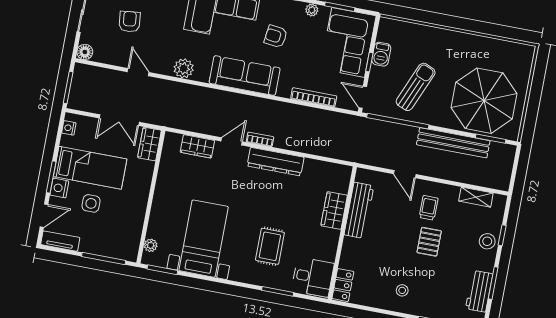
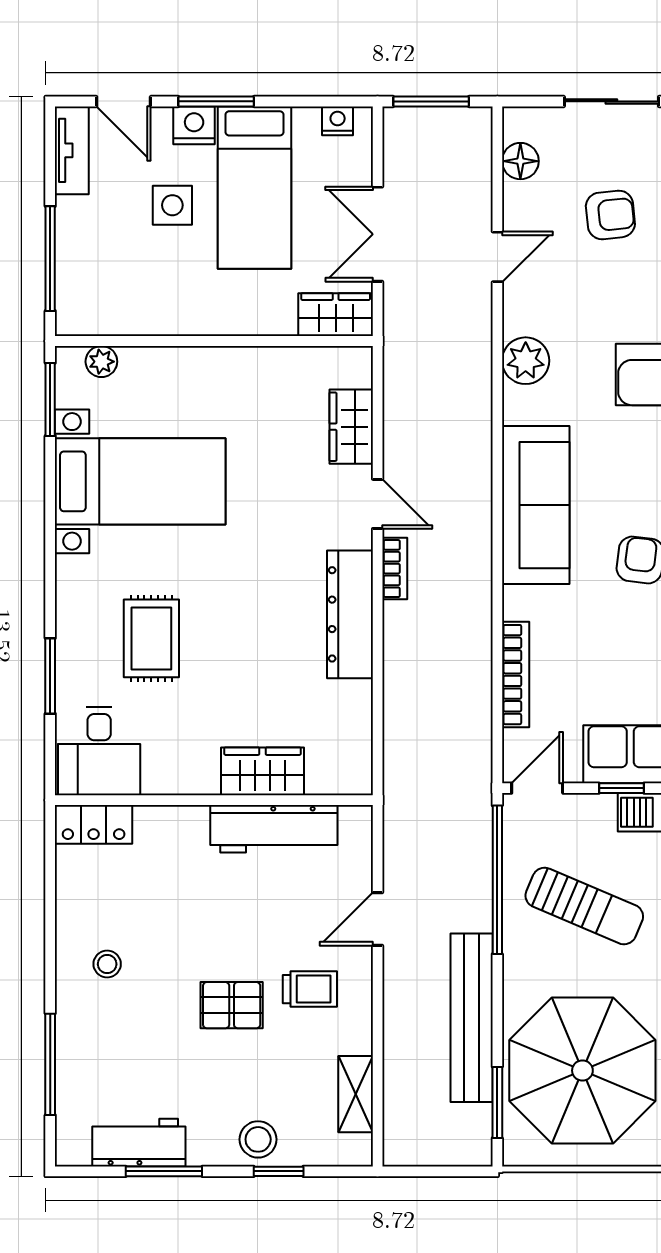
floor lamp: (85, 52) -> (520, 161), moved
rug: (270, 246) -> (151, 638), turned 90

